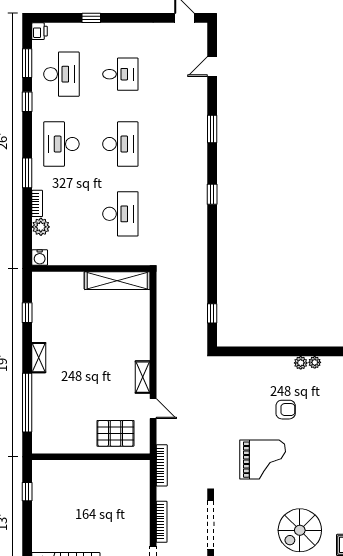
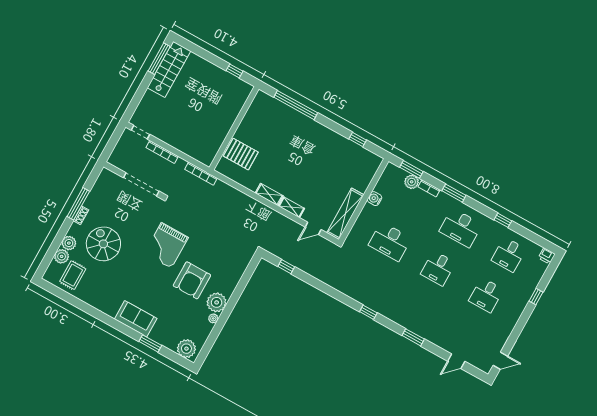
window: (27, 63) -> (411, 169), moved
door: (212, 67) -> (456, 361), swing flipped
desk: (61, 74) -> (509, 255), width x0.73
desk: (61, 144) -> (461, 228), turned 180
desk: (120, 144) -> (438, 268), width x0.73
water cooler: (40, 257) -> (375, 199), moved
shelving: (39, 358) -> (292, 207), moved
plant: (301, 363) -> (217, 302), width x1.88, depth x1.88
door: (153, 409) -> (313, 228), moved
armchair: (286, 410) -> (192, 280), width x1.88, depth x1.88
pallet: (115, 433) -> (241, 154), turned 90

